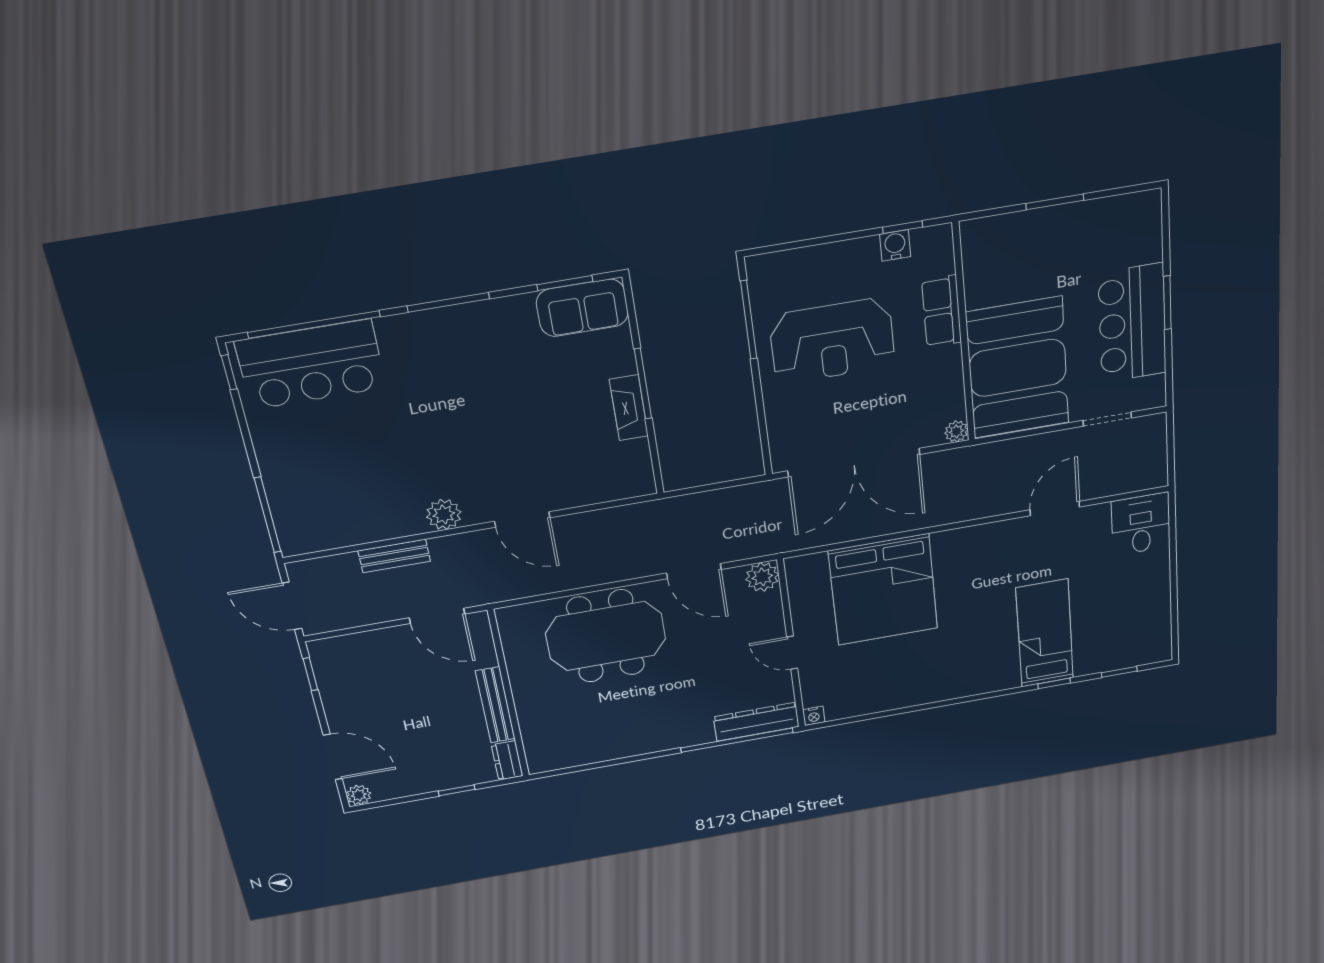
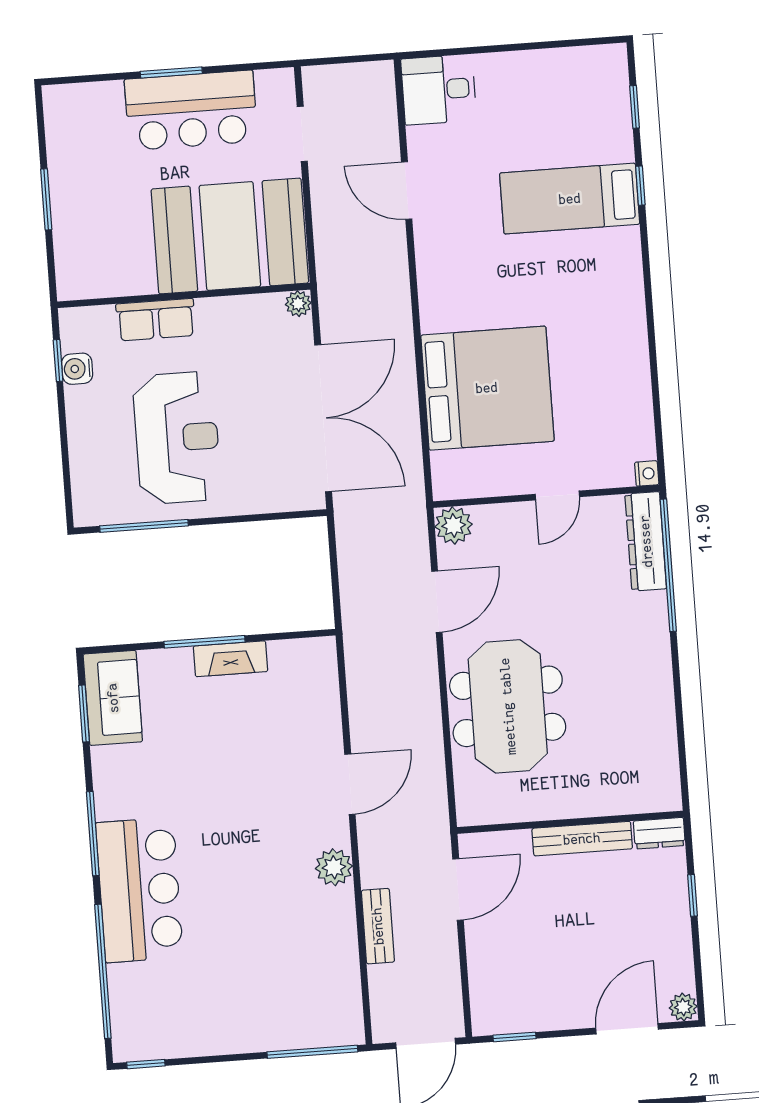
bar counter: (311, 365) -> (139, 890), moved

